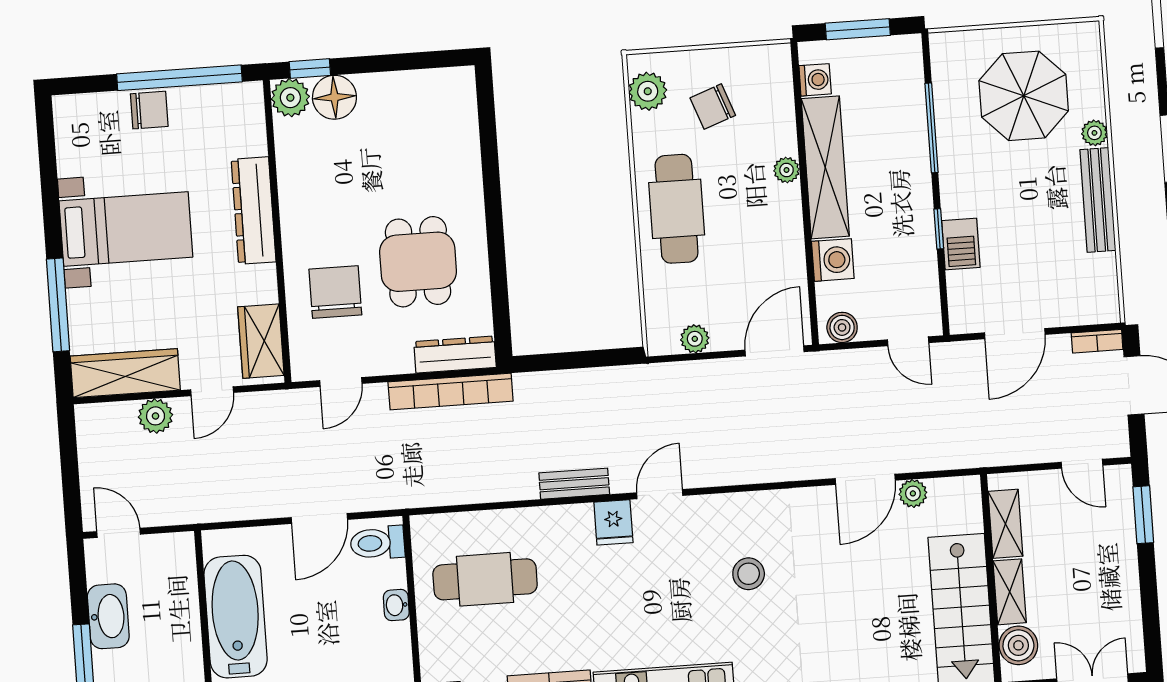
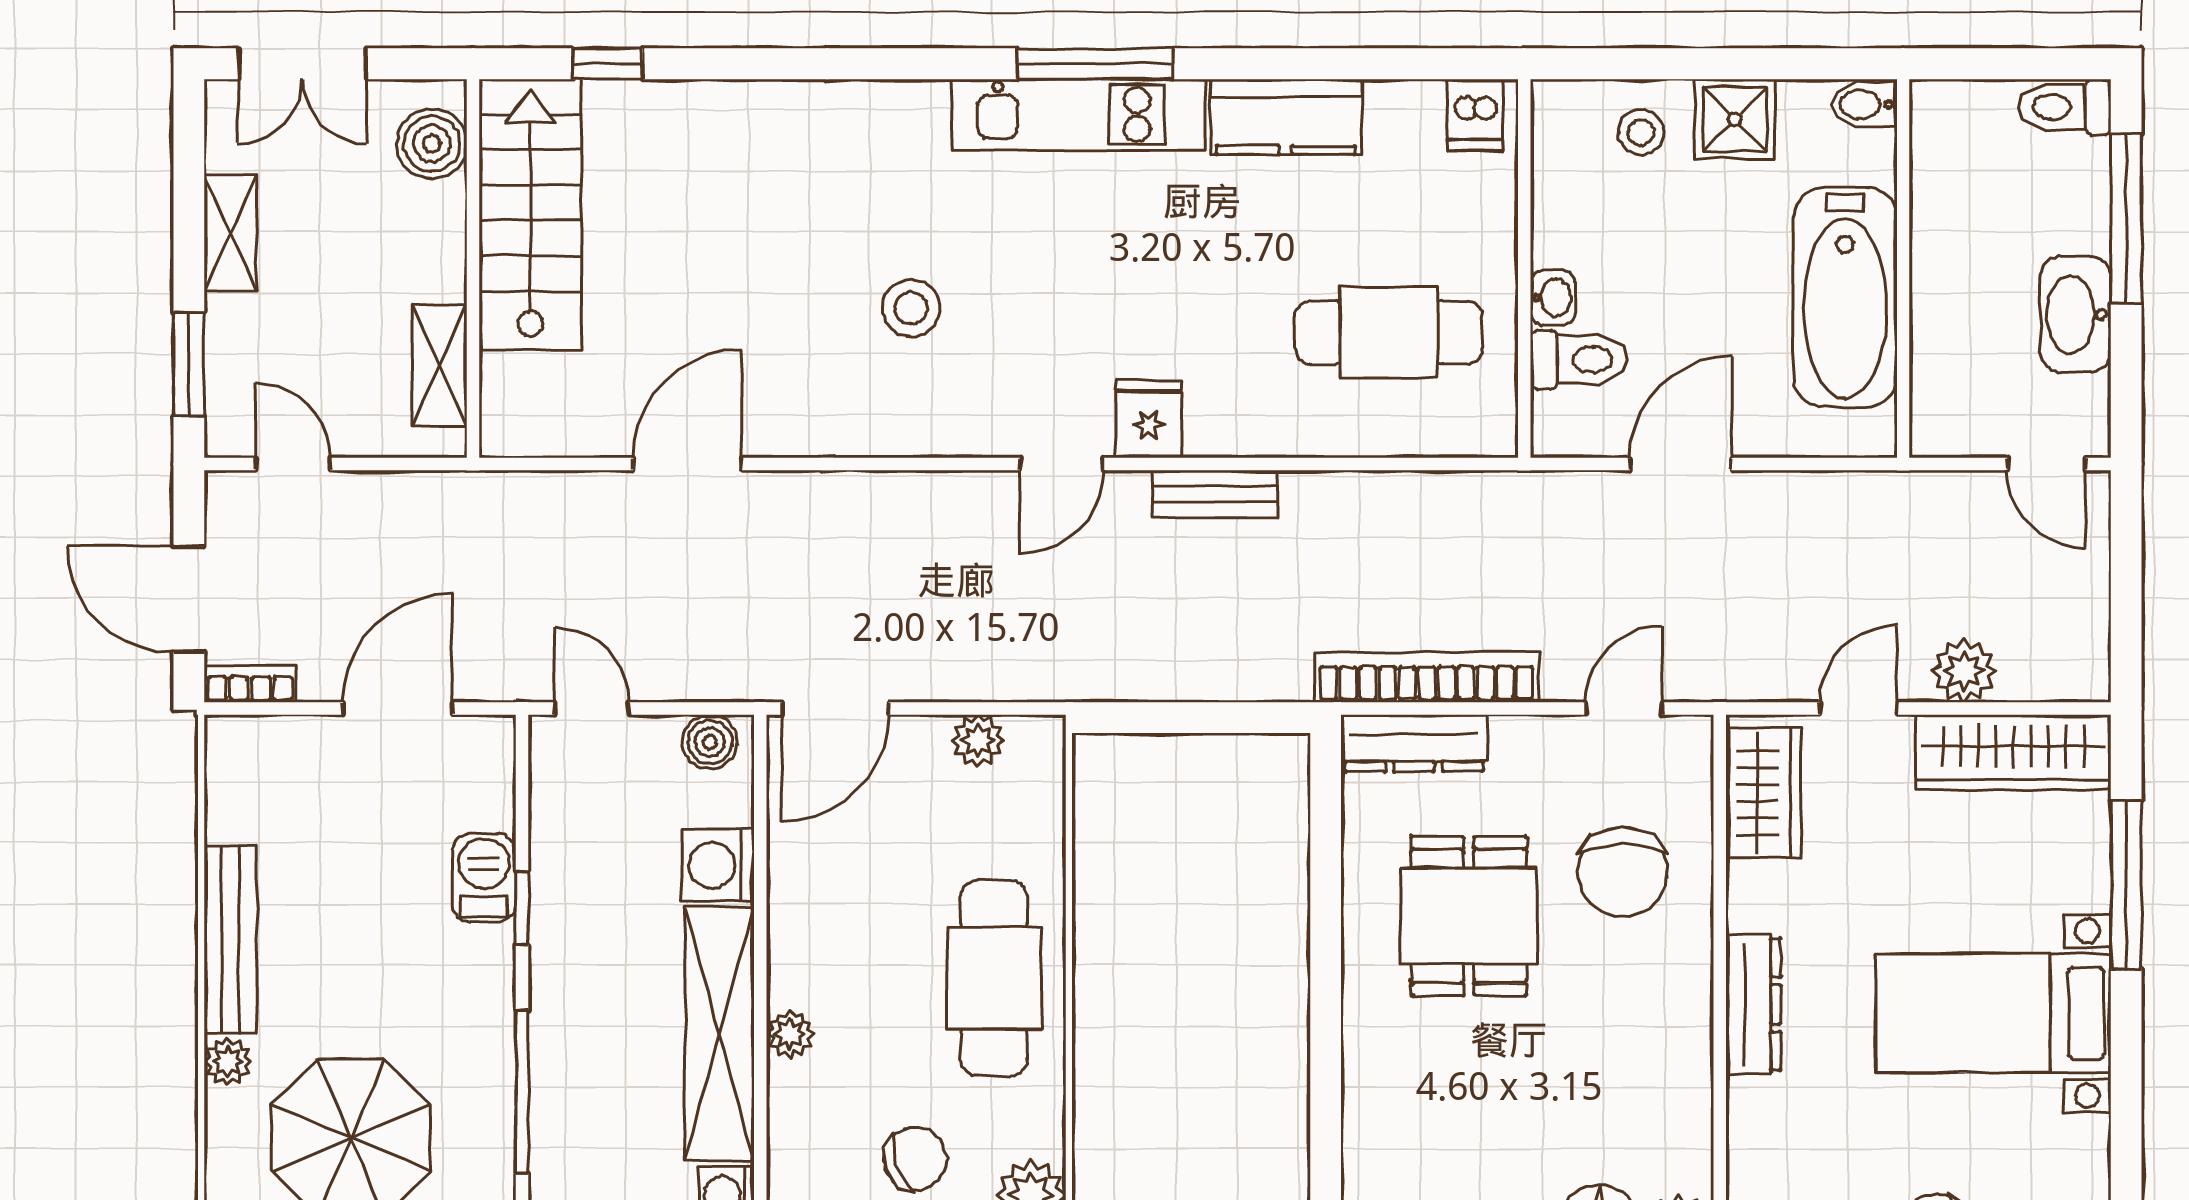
dresser: (254, 211) -> (1753, 1004), width x0.73, depth x0.80
plant: (913, 493) -> (603, 432), removed
toilet: (377, 543) -> (1579, 360), moved
shelving: (1010, 592) -> (230, 233), moved

